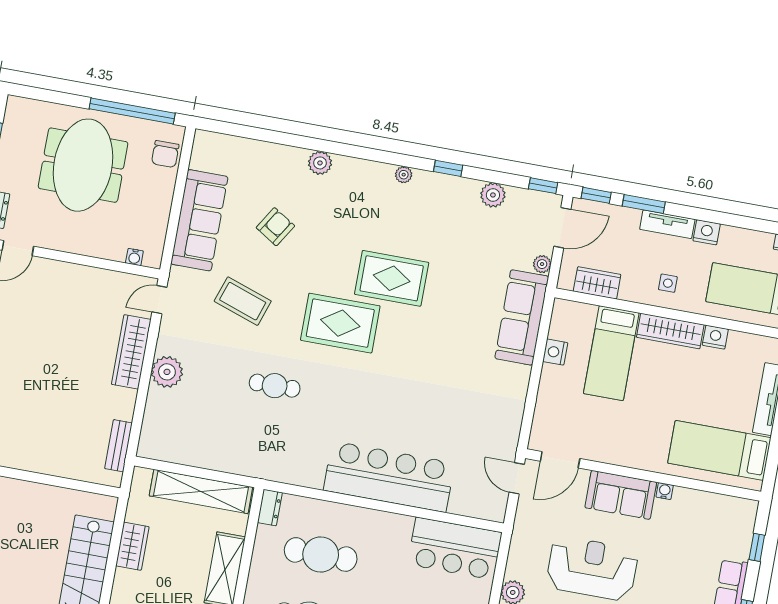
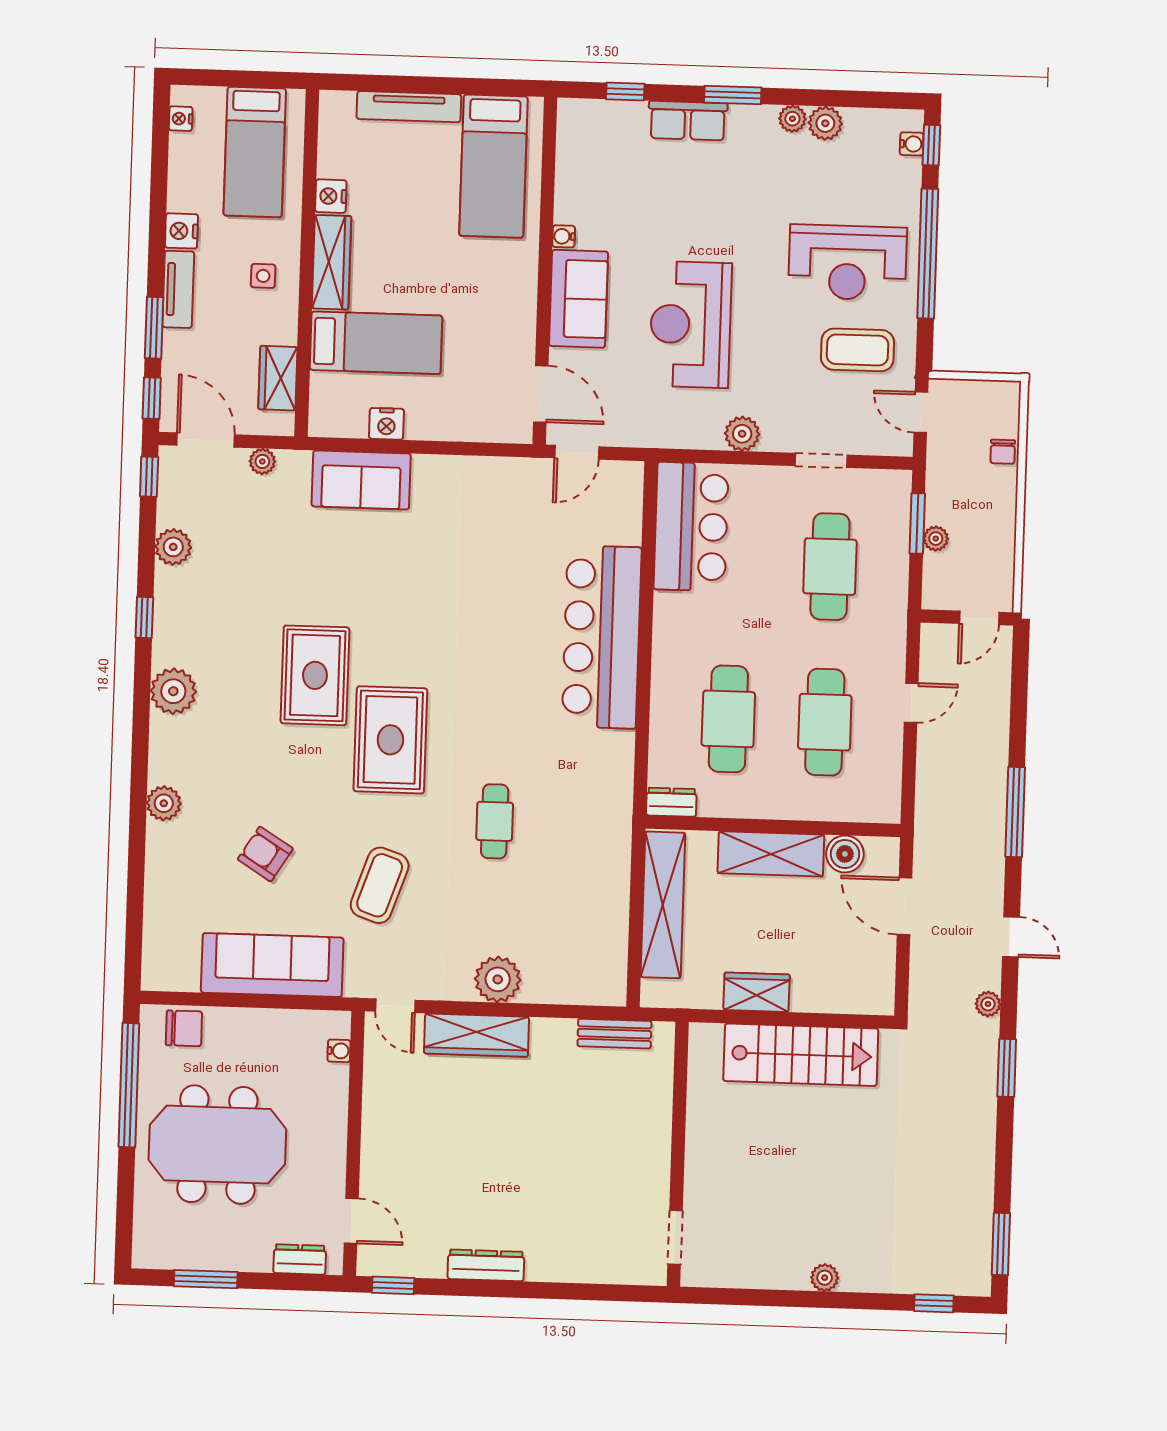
plant: (404, 175) -> (173, 691), width x1.87, depth x1.87
sofa: (522, 317) -> (361, 480), width x0.73

